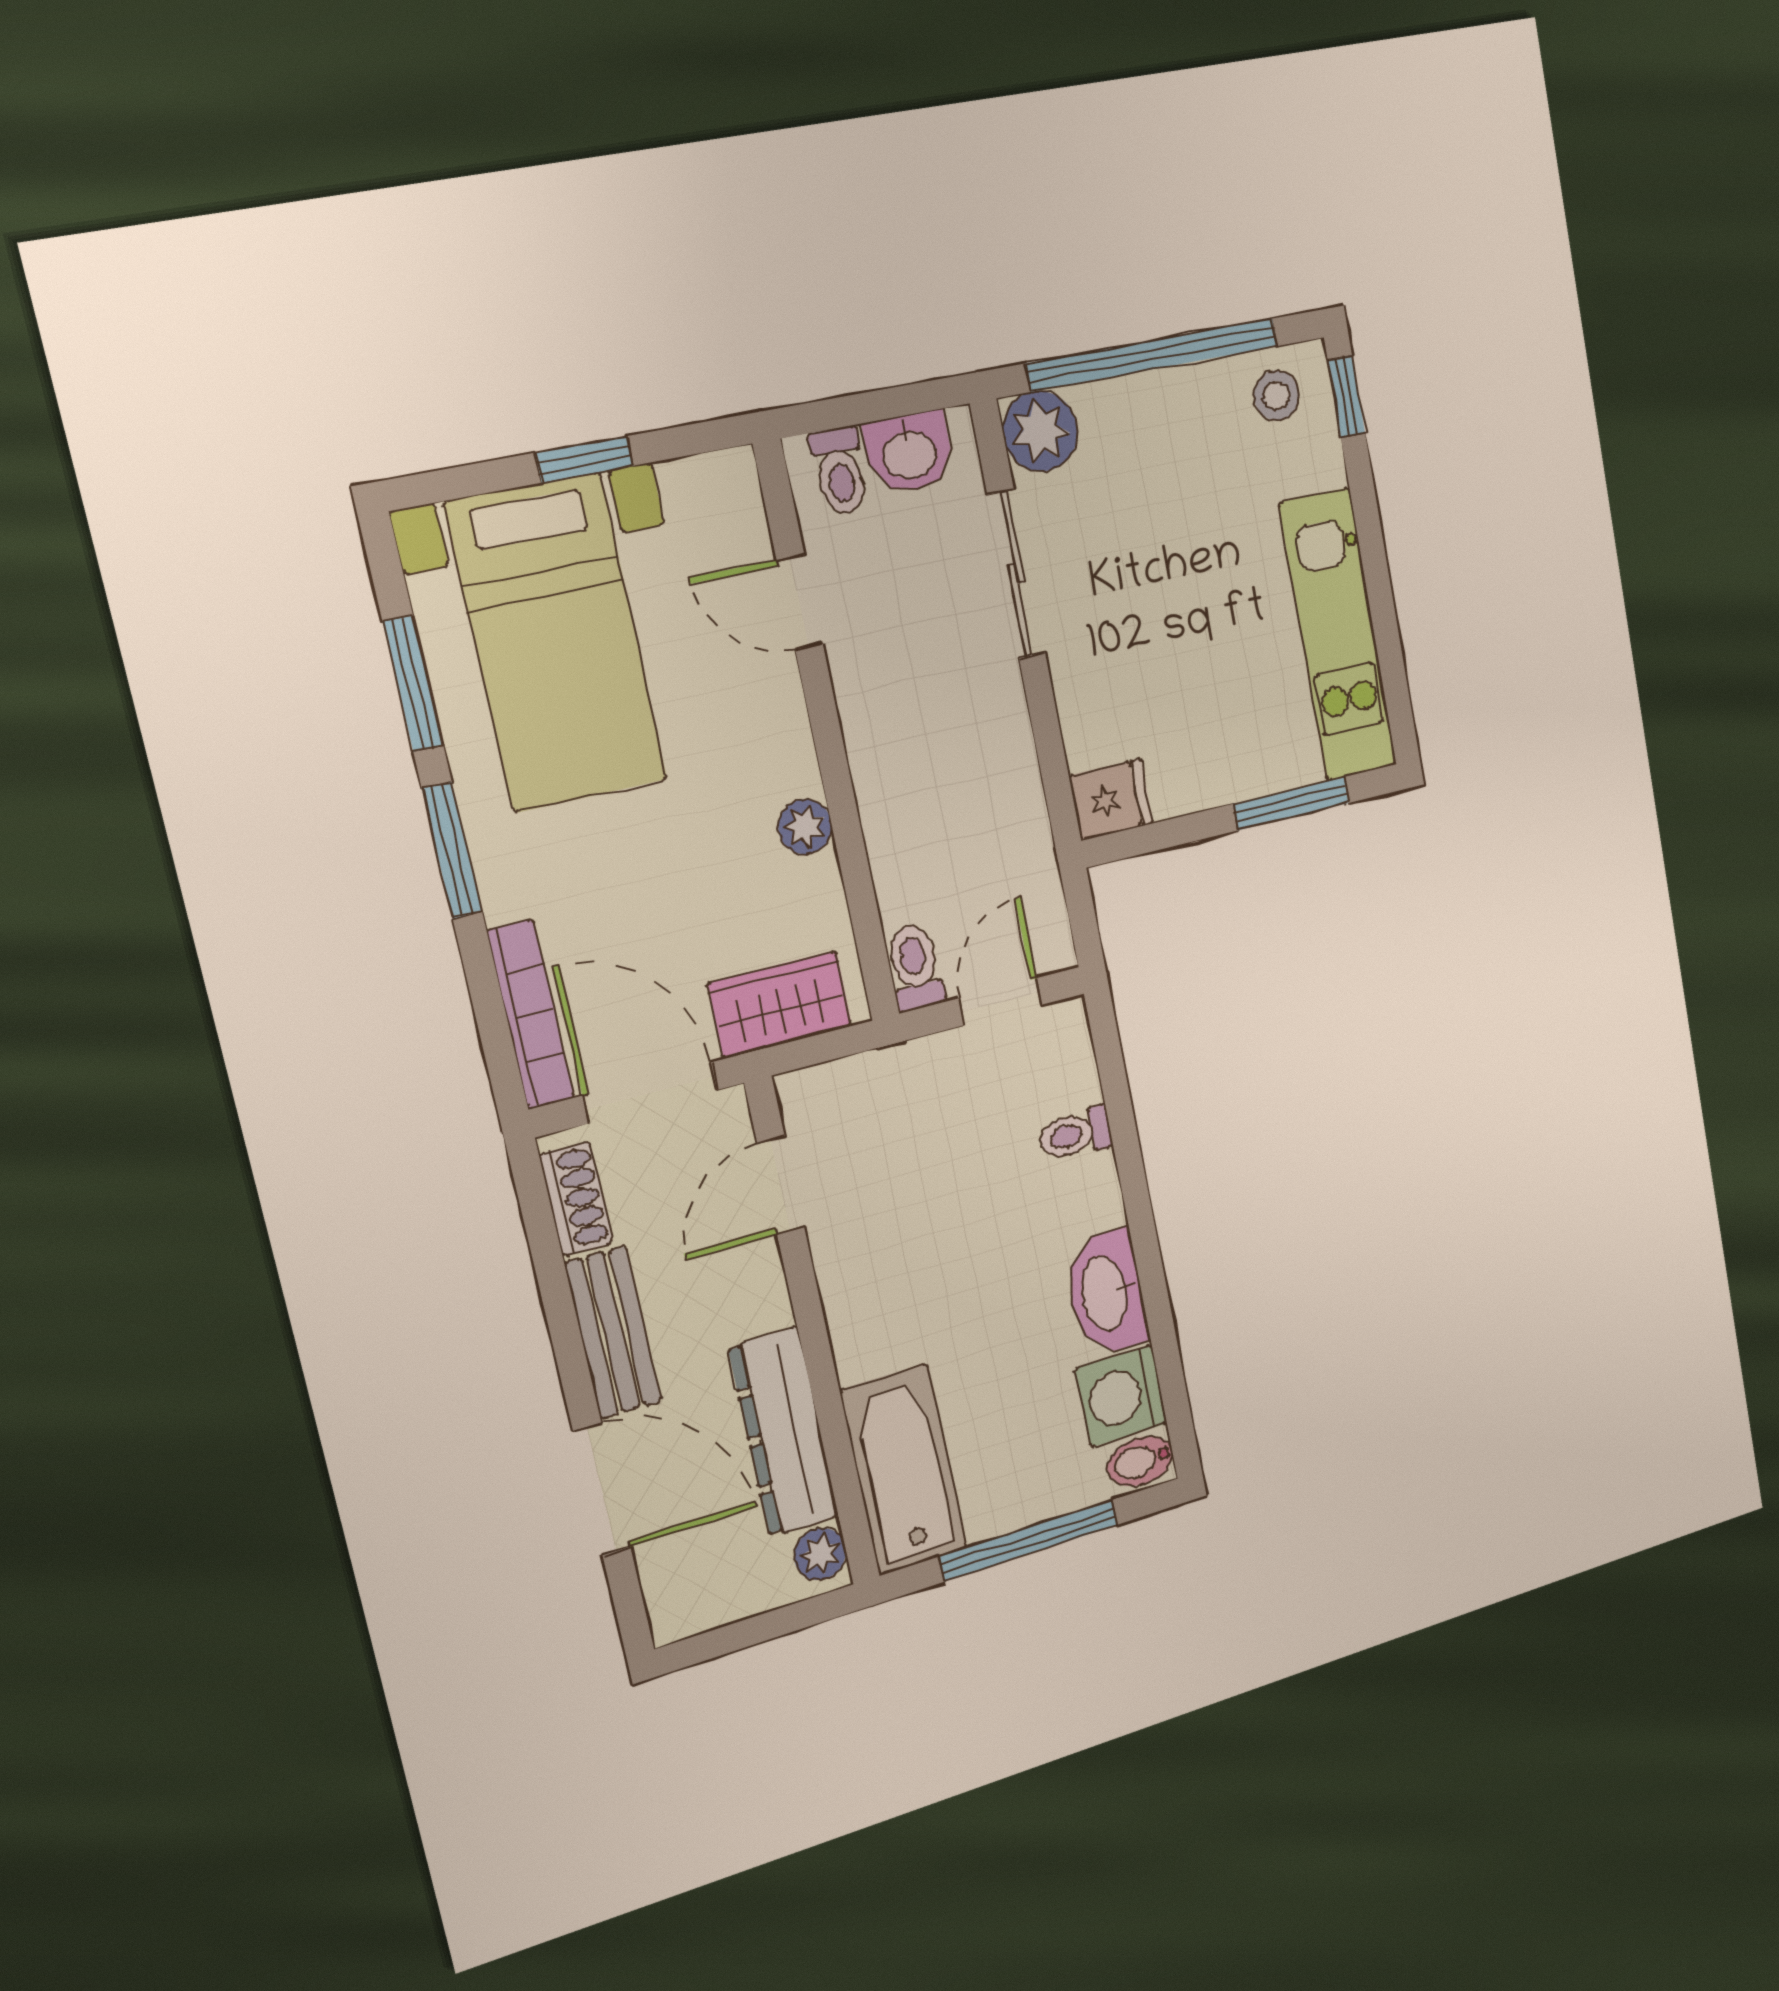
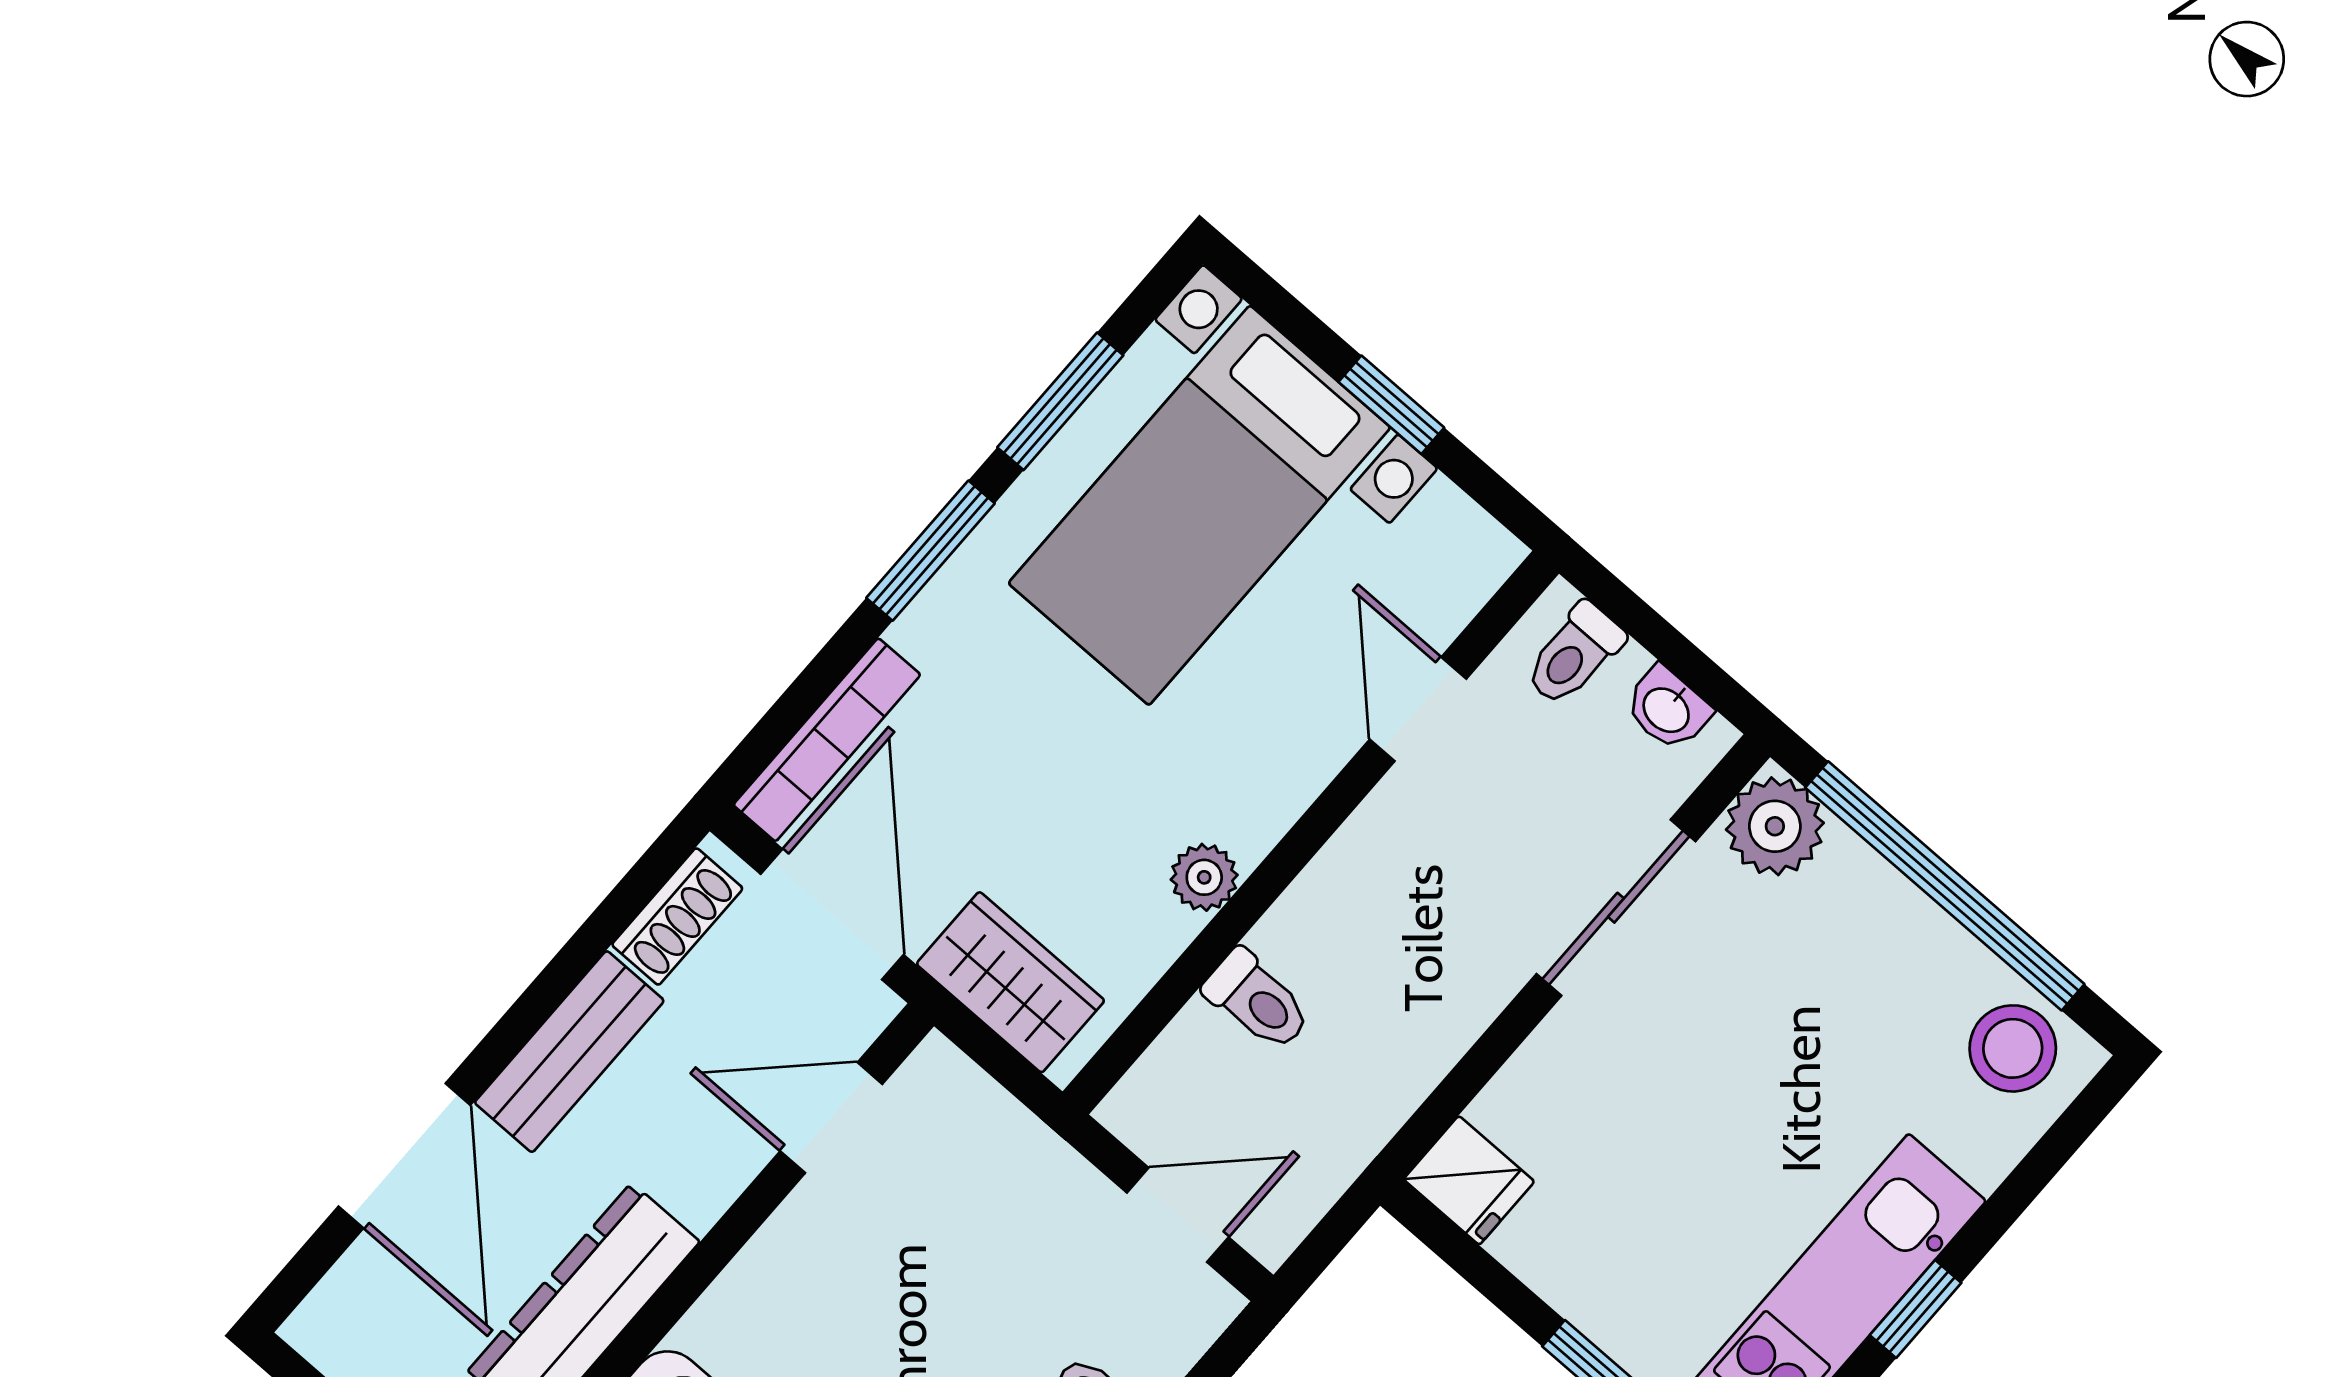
stool: (1276, 396) -> (2013, 1048), width x1.37, depth x1.37
window: (1347, 397) -> (1916, 1309), moved
washbasin: (909, 453) -> (1667, 709), width x0.72, depth x0.69
toilet: (915, 967) -> (1257, 1000), moved, turned 90

